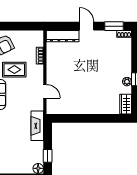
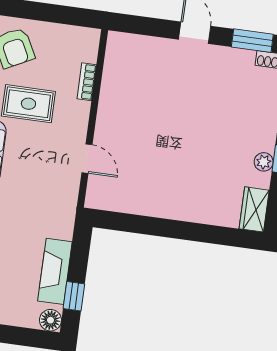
dresser: (63, 36) -> (141, 47), removed
fireplace: (37, 126) -> (55, 271), moved

